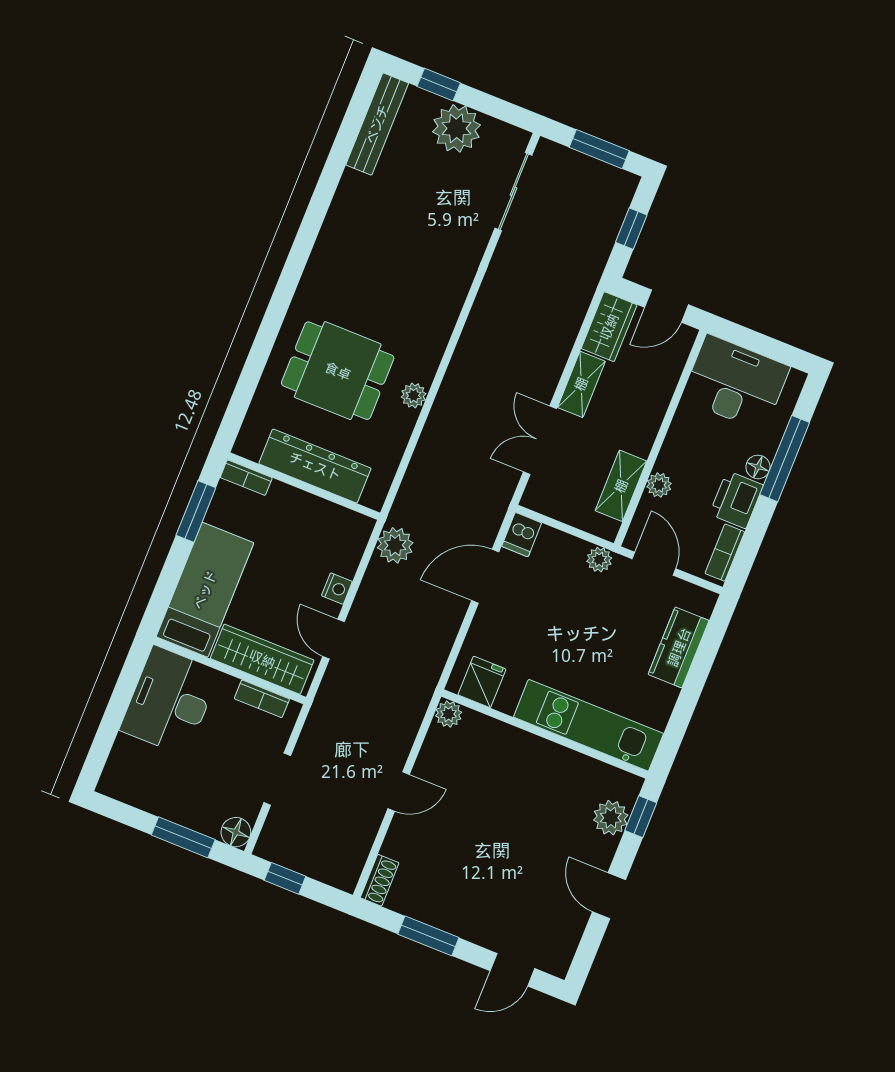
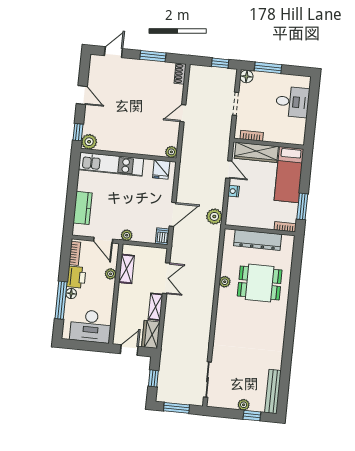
plant: (456, 128) -> (244, 405), width x0.53, depth x0.53
desk: (170, 701) -> (292, 102), moved, width x0.73
plant: (611, 818) -> (89, 142), moved

